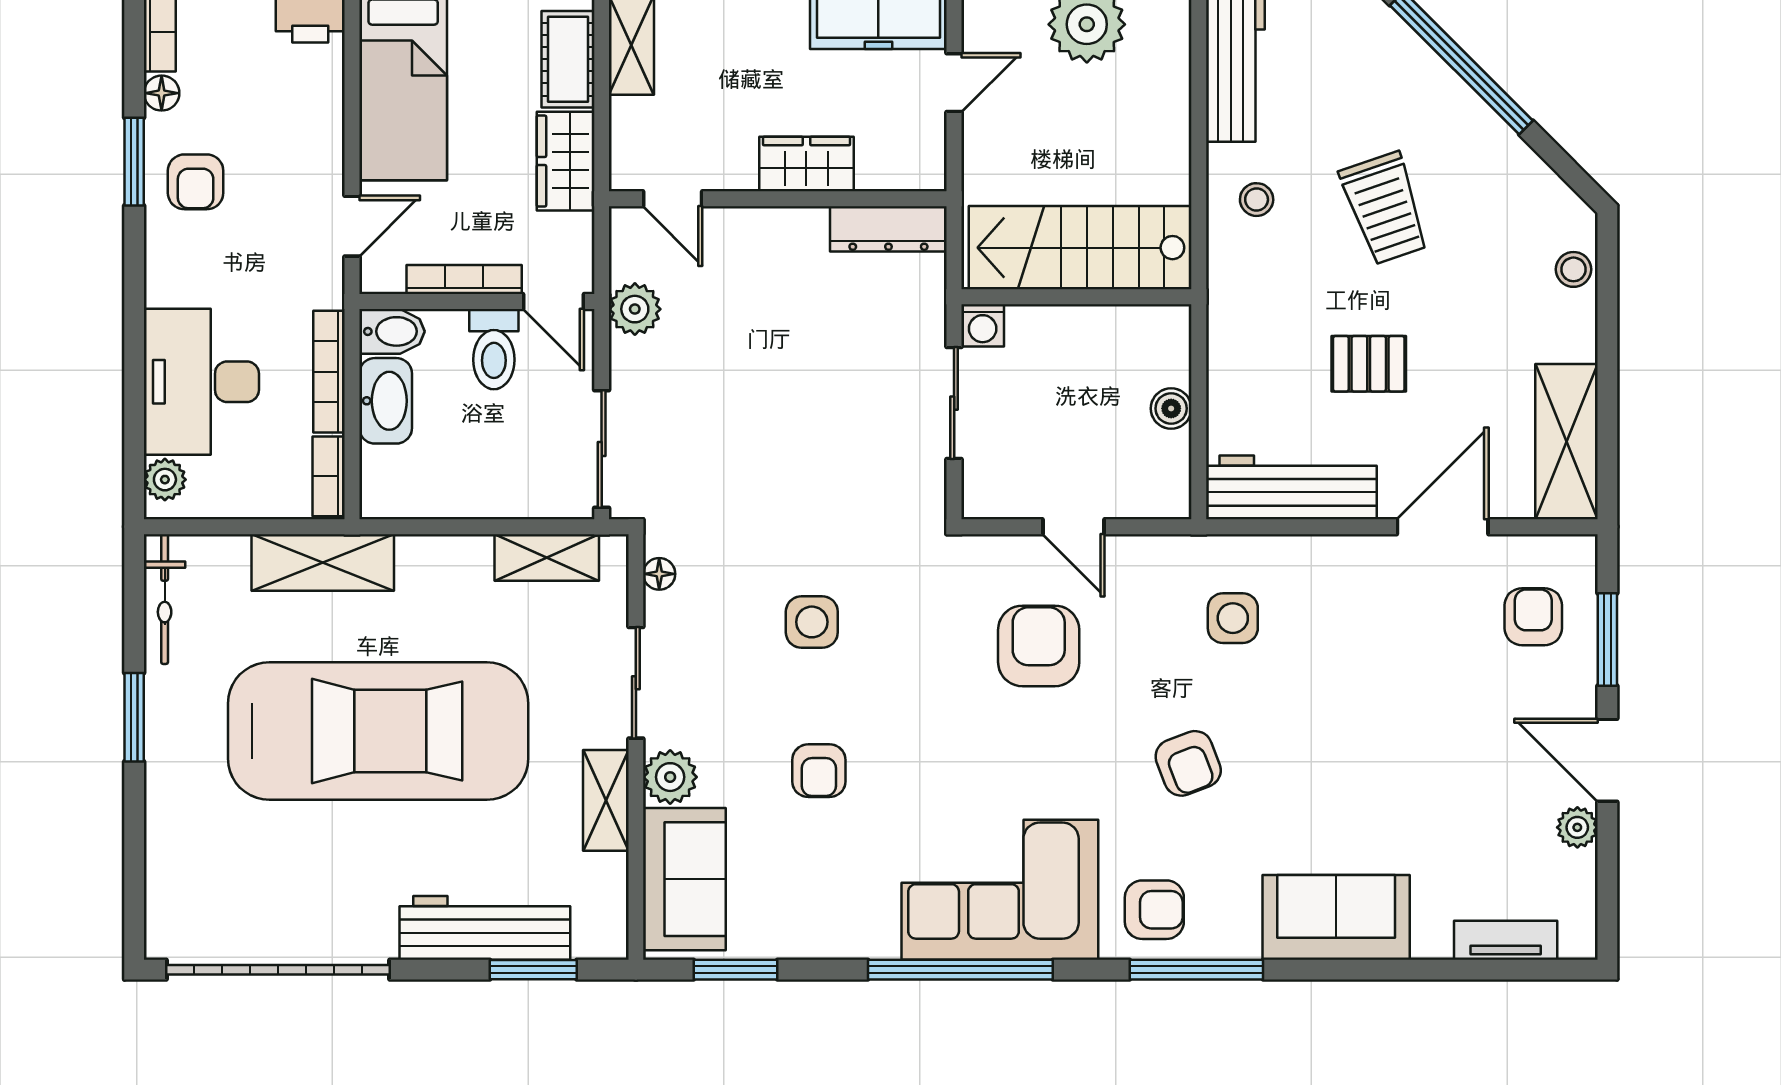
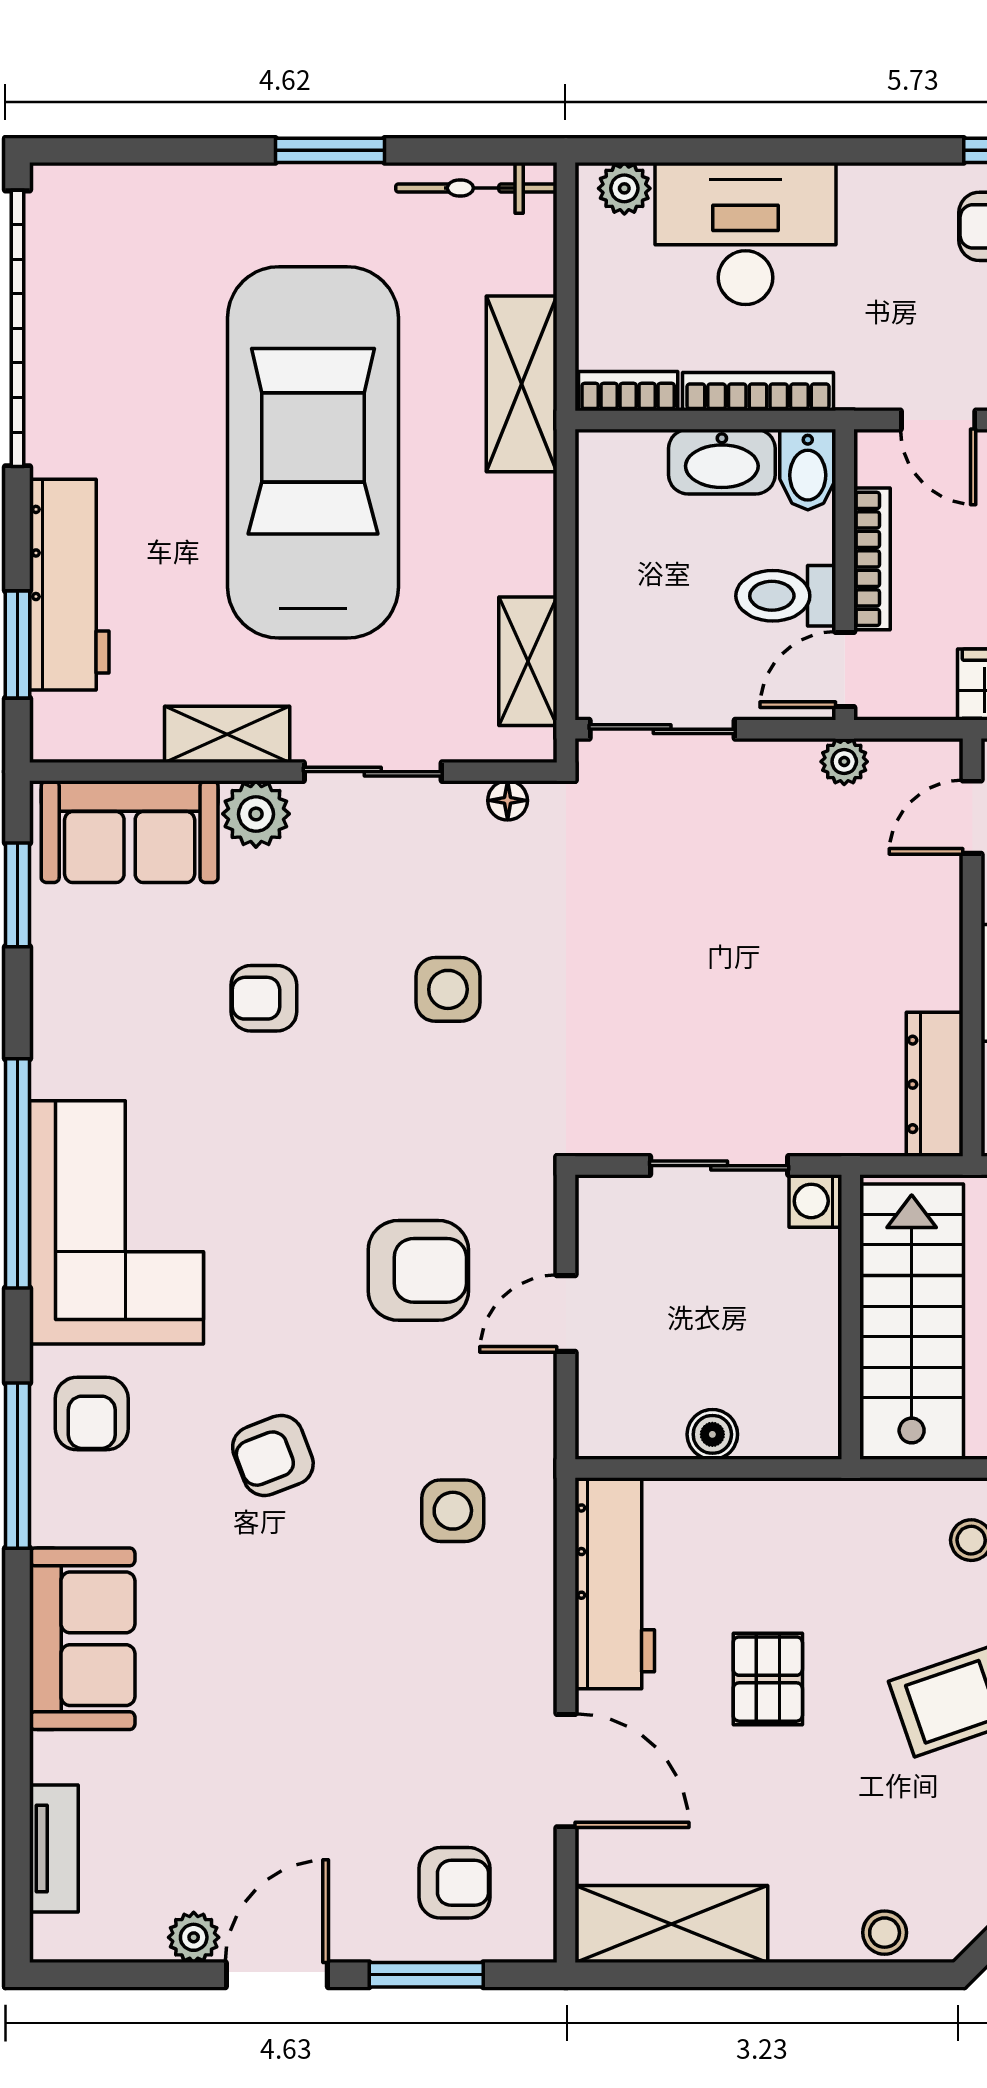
plant: (635, 309) -> (844, 762), width x0.73, depth x0.73
car: (378, 731) -> (313, 452), turned 180

